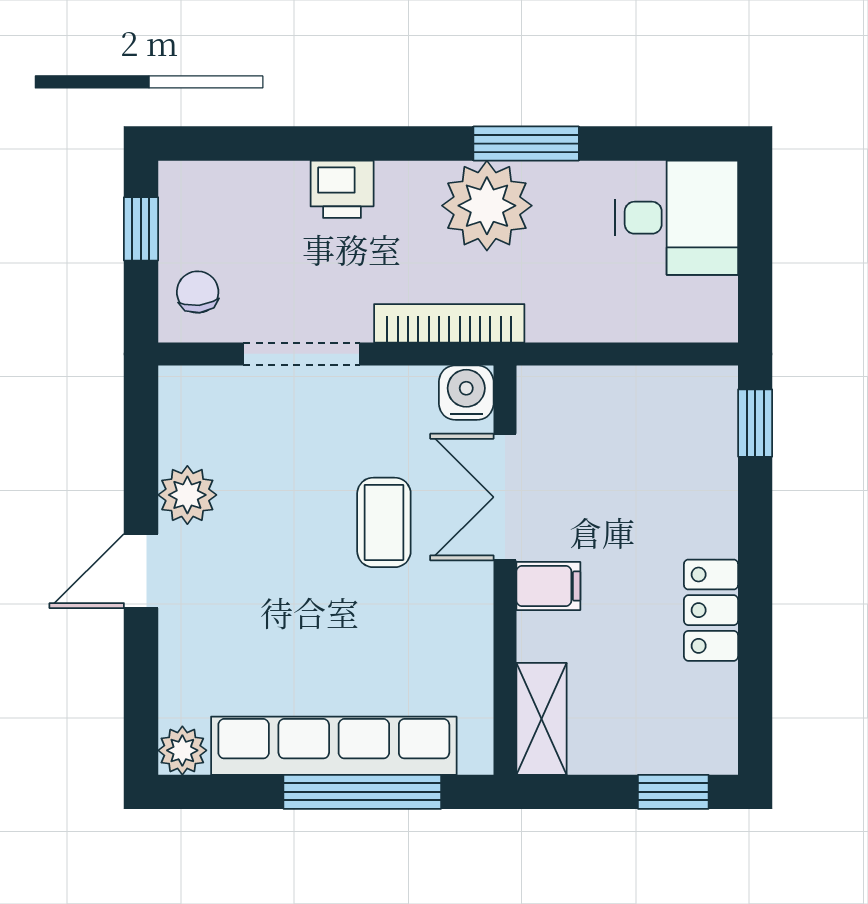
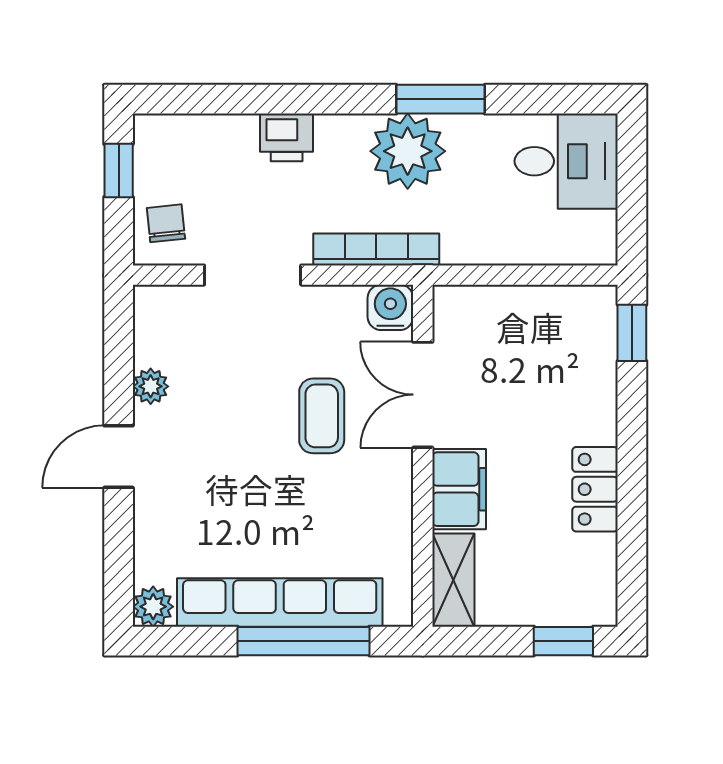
plant: (187, 495) -> (151, 386), width x0.73, depth x0.73
filing cabinet: (548, 586) -> (459, 489), width x2.00

